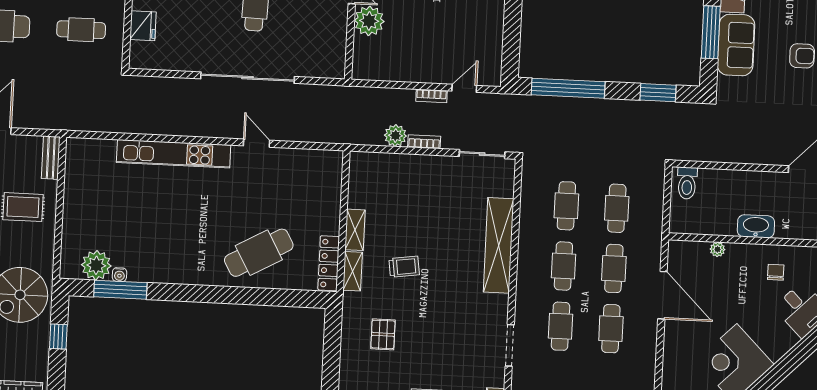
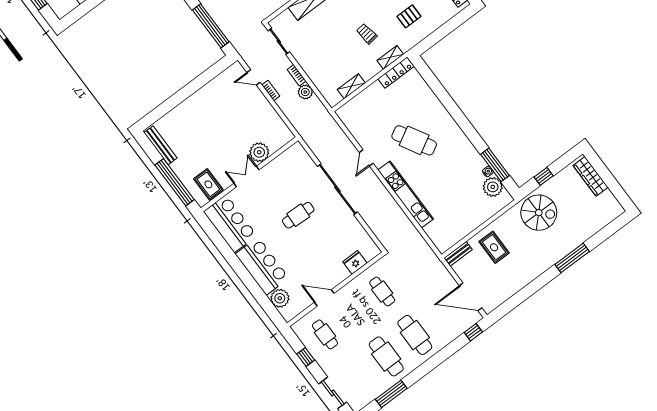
shelving: (355, 230) -> (351, 86), moved
cafe table: (259, 253) -> (414, 140), moved

